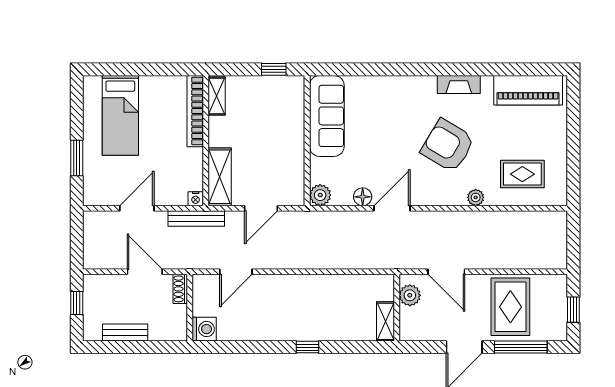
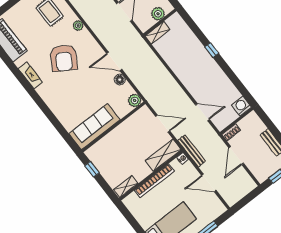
bookcase: (195, 111) -> (154, 181), moved
plant: (410, 295) -> (158, 14), moved
shelving: (385, 321) -> (157, 33), moved

